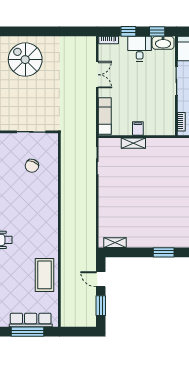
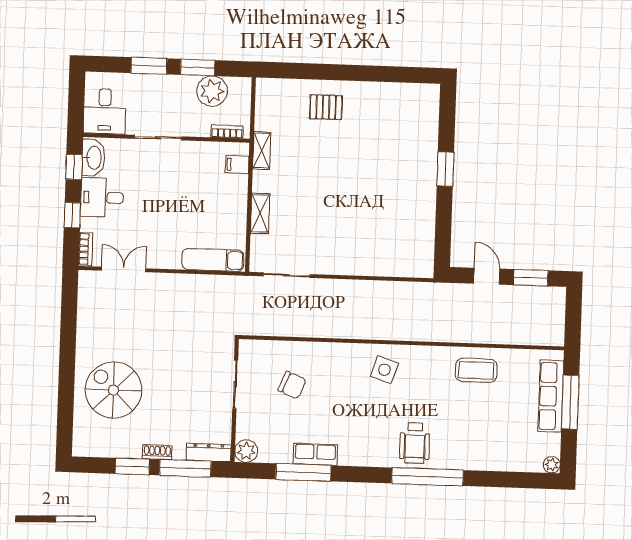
spiral stairs: (25, 60) -> (113, 390), turned 90
double door: (97, 75) -> (124, 269), moved
filing cabinet: (138, 128) -> (237, 164), moved
side table: (43, 220) -> (384, 370), added
shelving: (115, 243) -> (262, 151), moved
coffee table: (44, 275) -> (476, 370), width x0.73, depth x0.76
door: (101, 279) -> (487, 276), swing flipped

